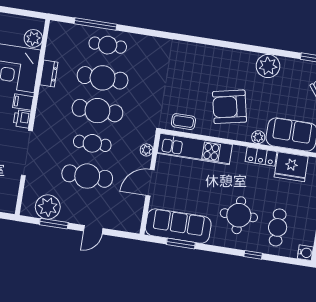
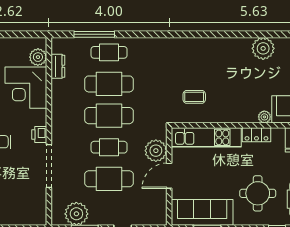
dresser: (49, 74) -> (58, 66), moved
filing cabinet: (23, 102) -> (38, 119), removed
armchair: (230, 107) -> (233, 93), removed
coffee table: (183, 122) -> (194, 97), moved
plant: (147, 150) -> (156, 151), width x1.88, depth x1.88
locker: (261, 157) -> (256, 135), moved

